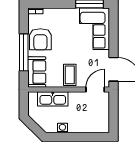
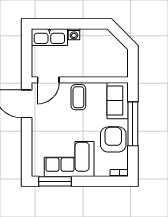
corner sofa: (95, 29) -> (69, 159), moved, turned -90
kitchen sink: (53, 99) -> (49, 37), moved, turned 180
washing machine: (62, 128) -> (74, 34), moved

